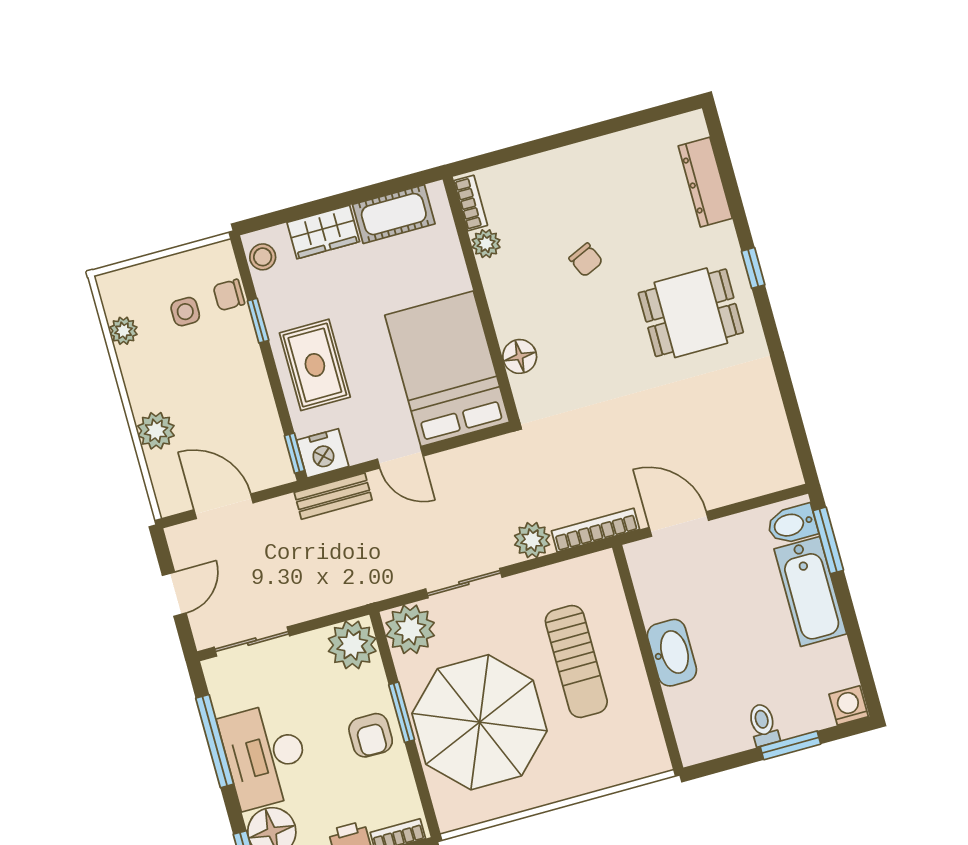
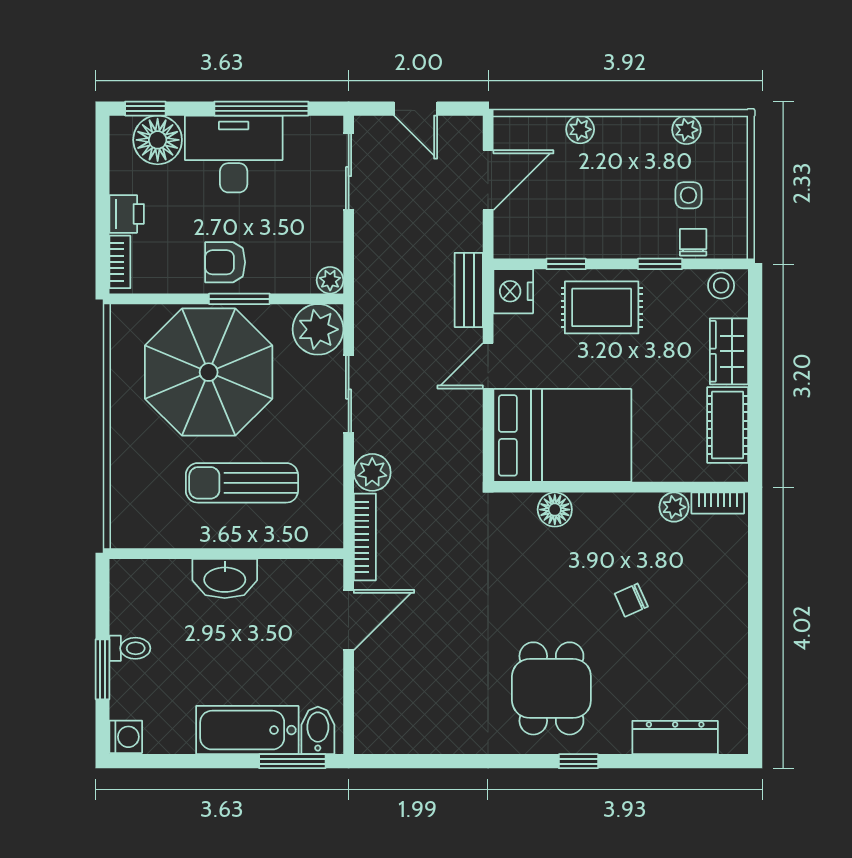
plant: (156, 431) -> (580, 129), width x0.73, depth x0.73
window: (295, 453) -> (566, 264), moved
plant: (352, 645) -> (330, 280), width x0.53, depth x0.53

